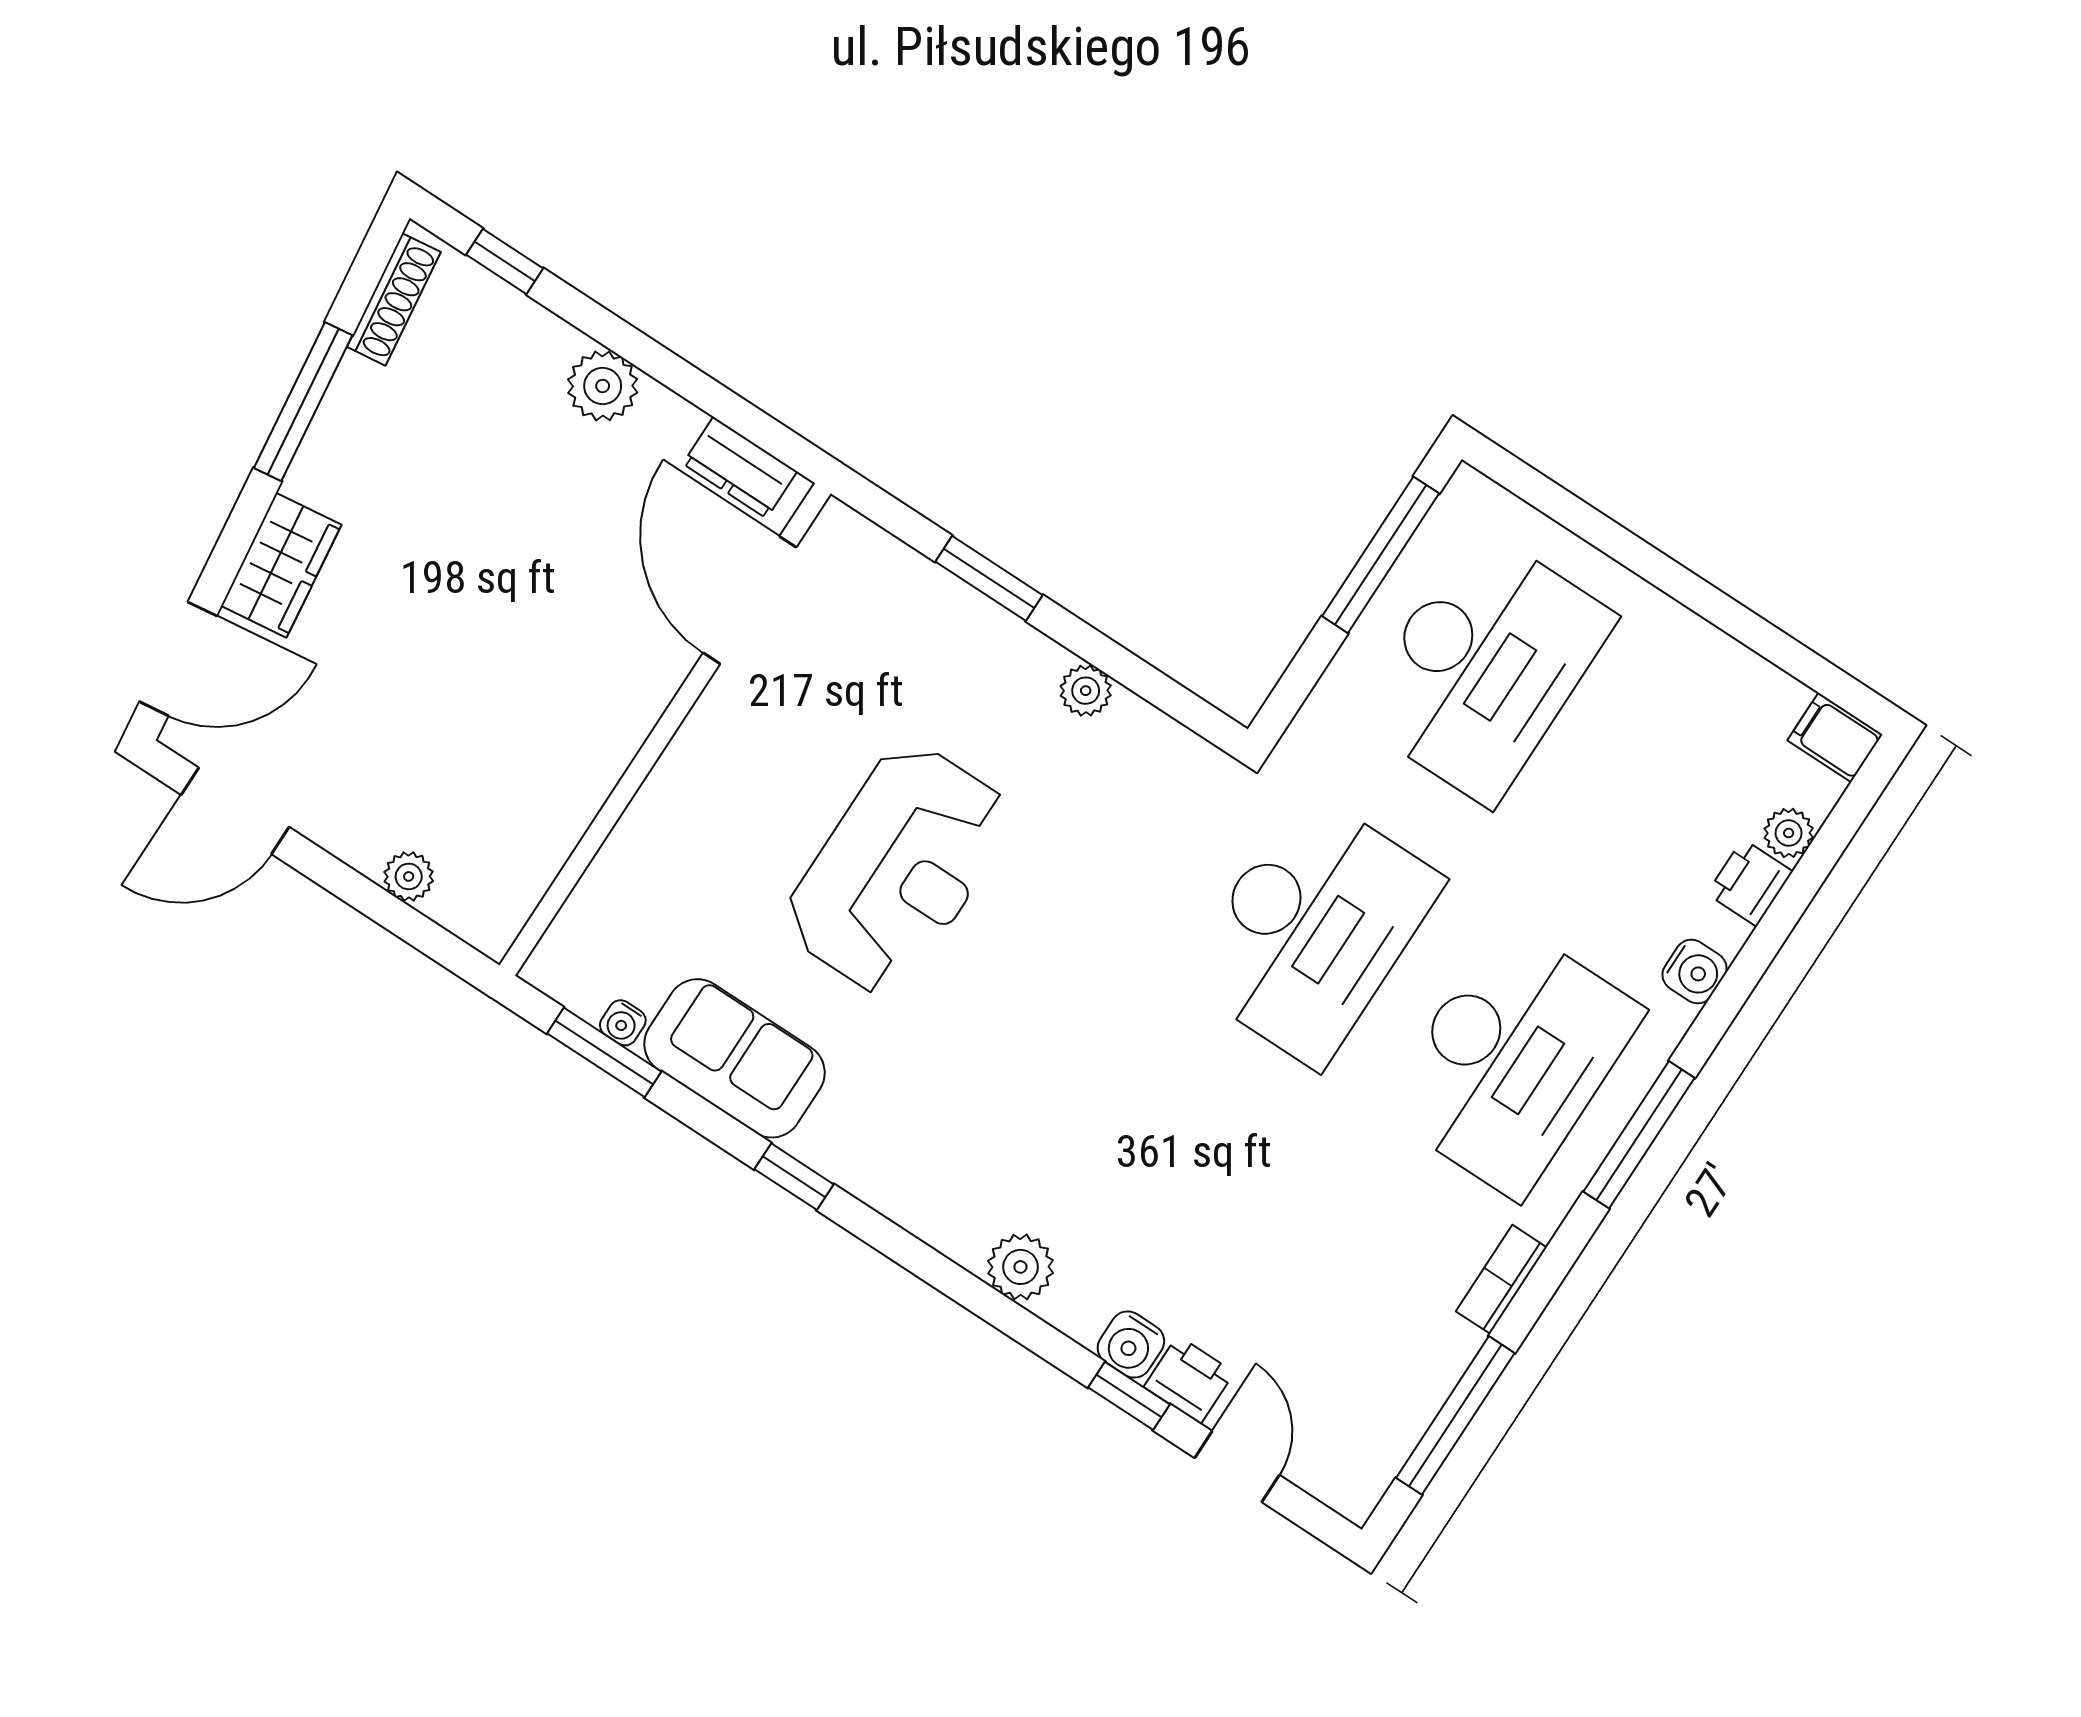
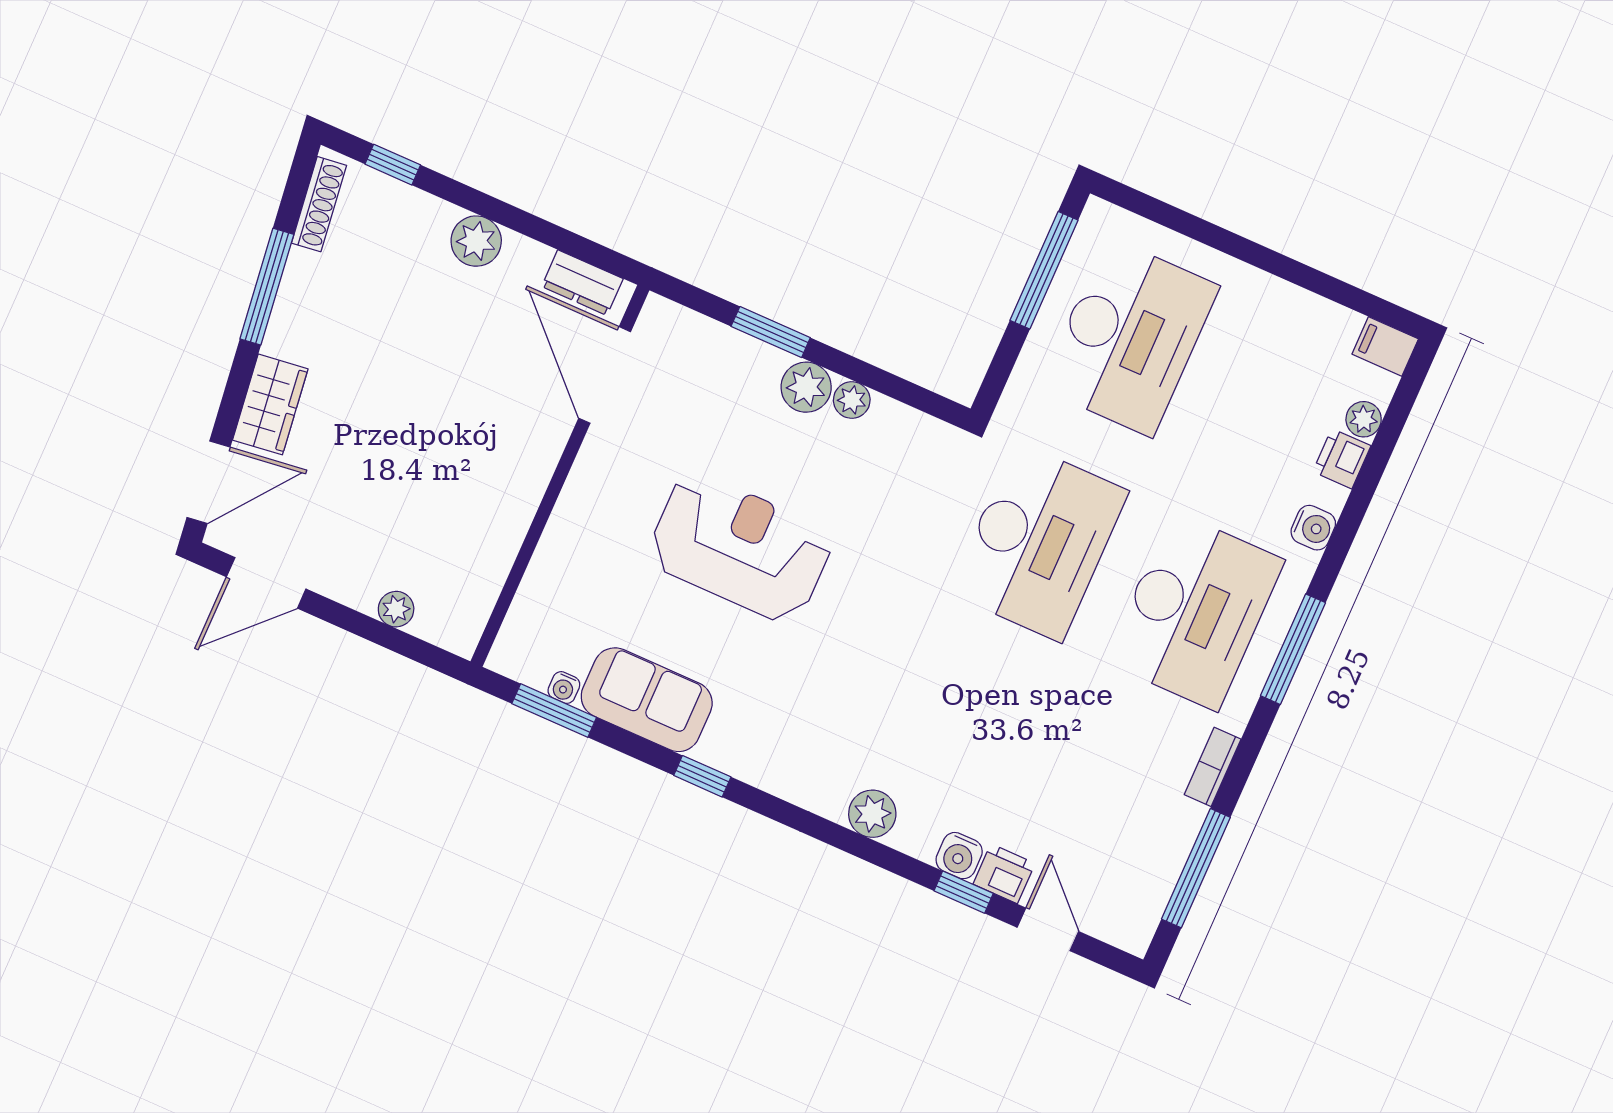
plant: (1025, 663) -> (806, 387), added
reception desk: (898, 869) -> (740, 547), turned -90

